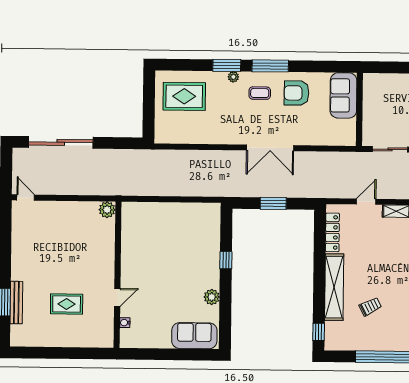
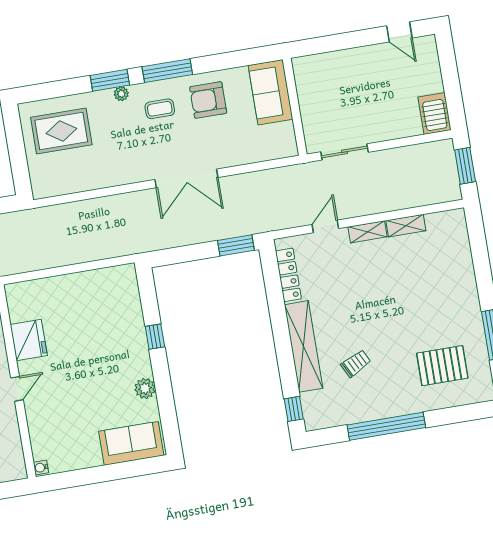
window: (273, 203) -> (236, 245), moved
fridge: (133, 246) -> (29, 340), added
door: (117, 297) -> (17, 389), moved
water cooler: (125, 323) -> (41, 468), moved

